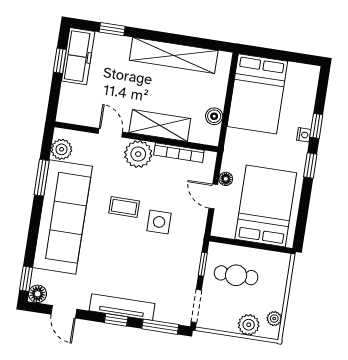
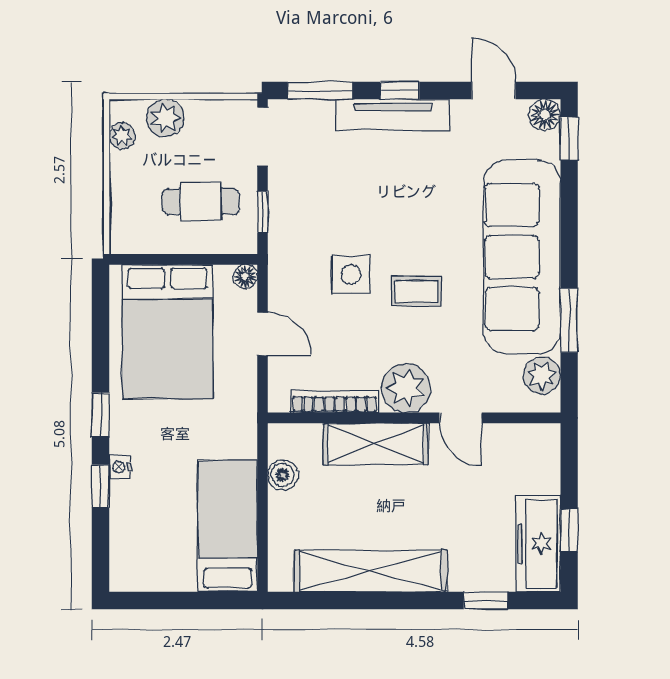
bed: (257, 94) -> (228, 526), width x0.67
floor lamp: (226, 179) -> (245, 277), moved

